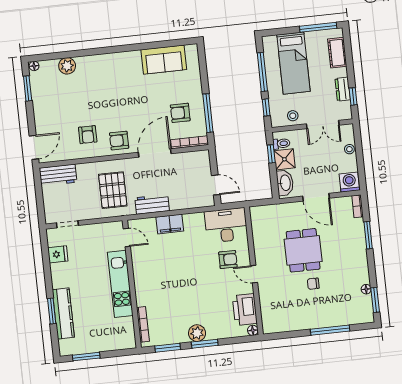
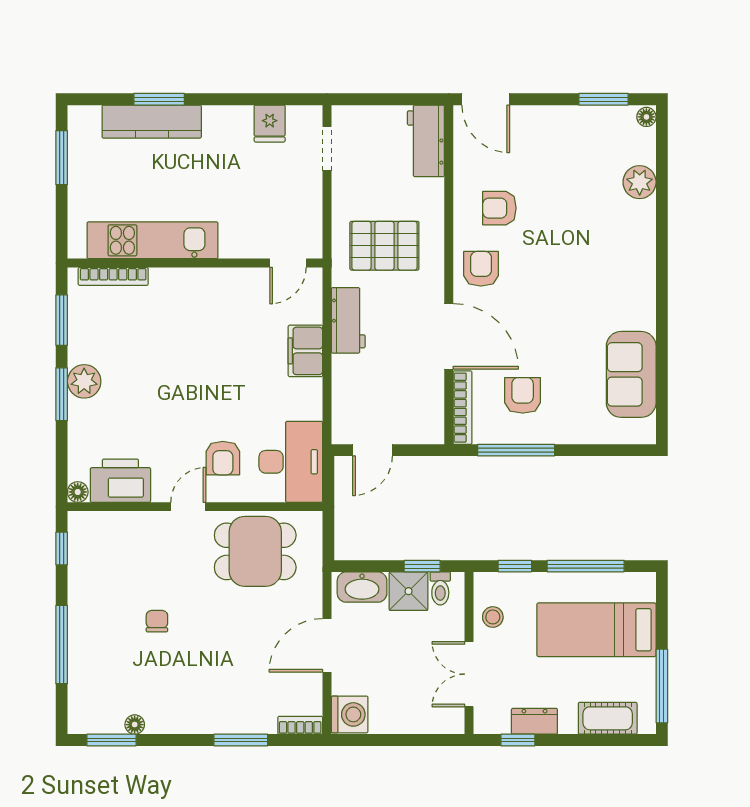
stool: (349, 149) -> (415, 722), removed
dining table: (303, 250) -> (255, 551), moved
kitchen unit: (120, 284) -> (153, 240), moved
window: (282, 335) -> (62, 549), added

